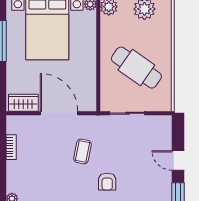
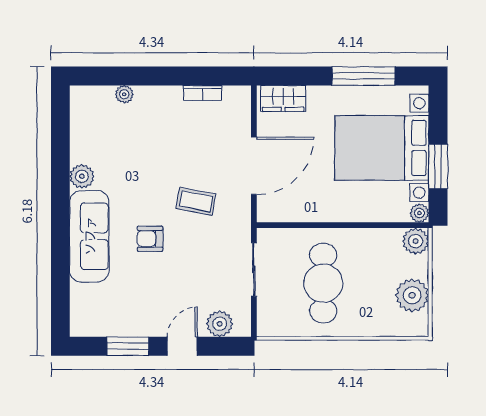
cafe table: (136, 68) -> (323, 283), turned -35
wardrobe: (23, 103) -> (283, 98), moved, turned 90
plant: (163, 136) -> (220, 324), added

